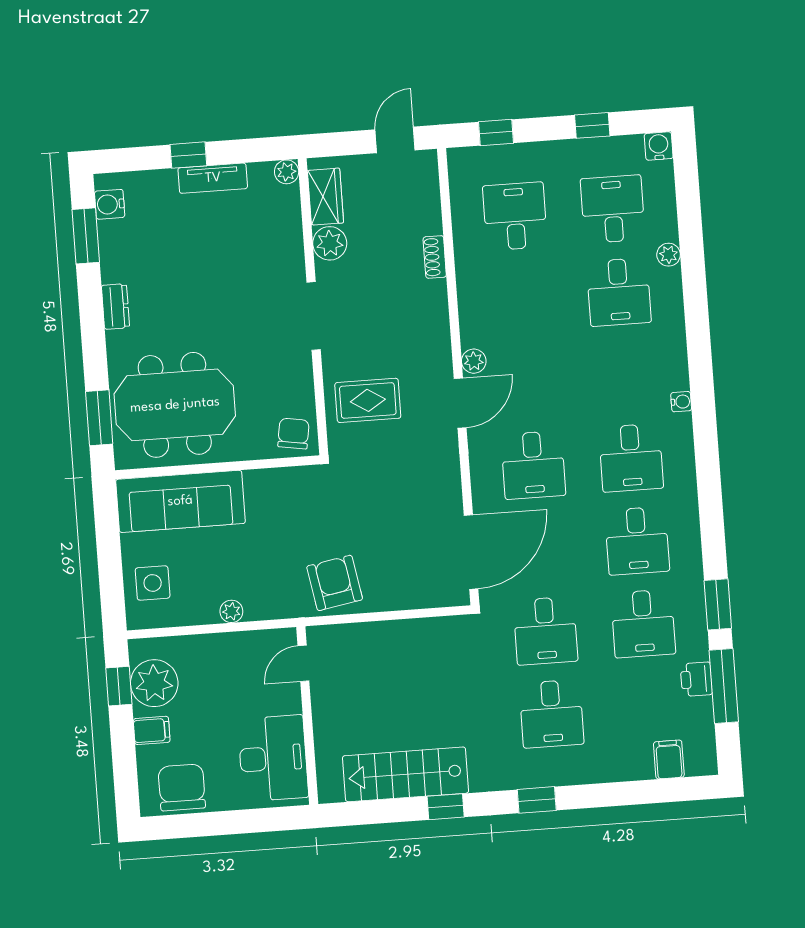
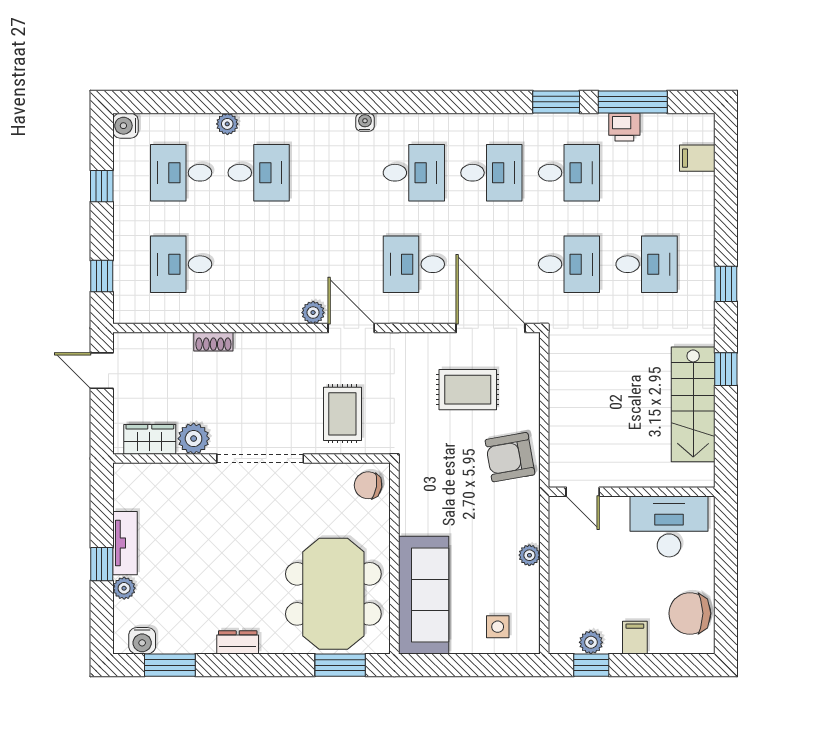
plant: (287, 172) -> (124, 588), moved
doorway: (314, 316) -> (260, 458), width x1.36
desk: (533, 465) -> (414, 264), turned 180
rug: (404, 532) -> (468, 390), added
side table: (153, 583) -> (498, 627), width x0.73, depth x0.73
plant: (154, 683) -> (591, 642), width x0.53, depth x0.53

